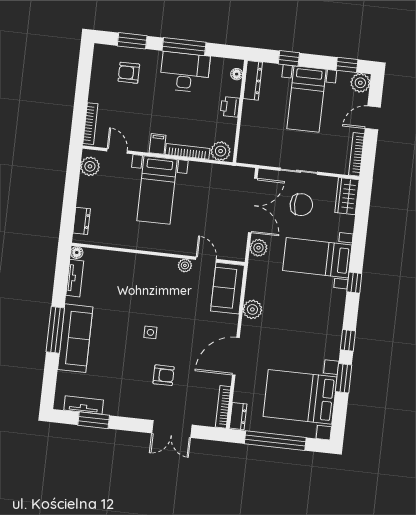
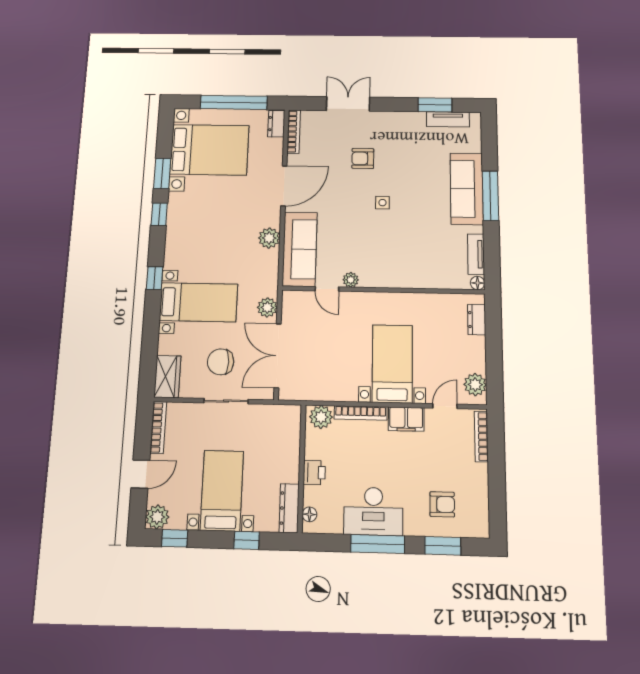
filing cabinet: (158, 144) -> (406, 419), width x2.00
door: (117, 151) -> (445, 406), swing flipped
sofa: (228, 288) -> (300, 249), width x1.36

